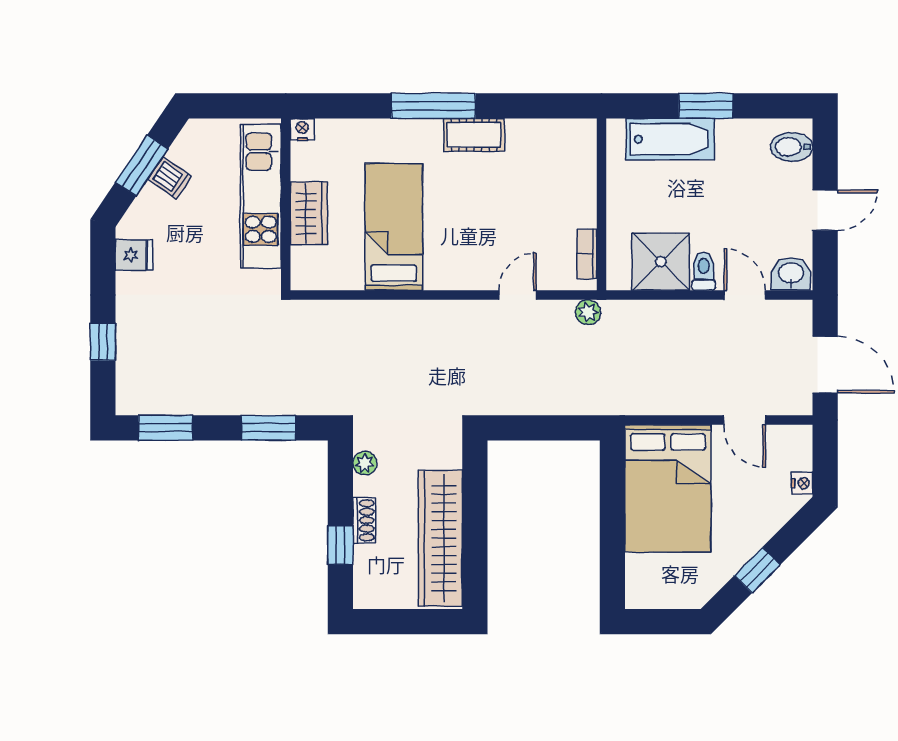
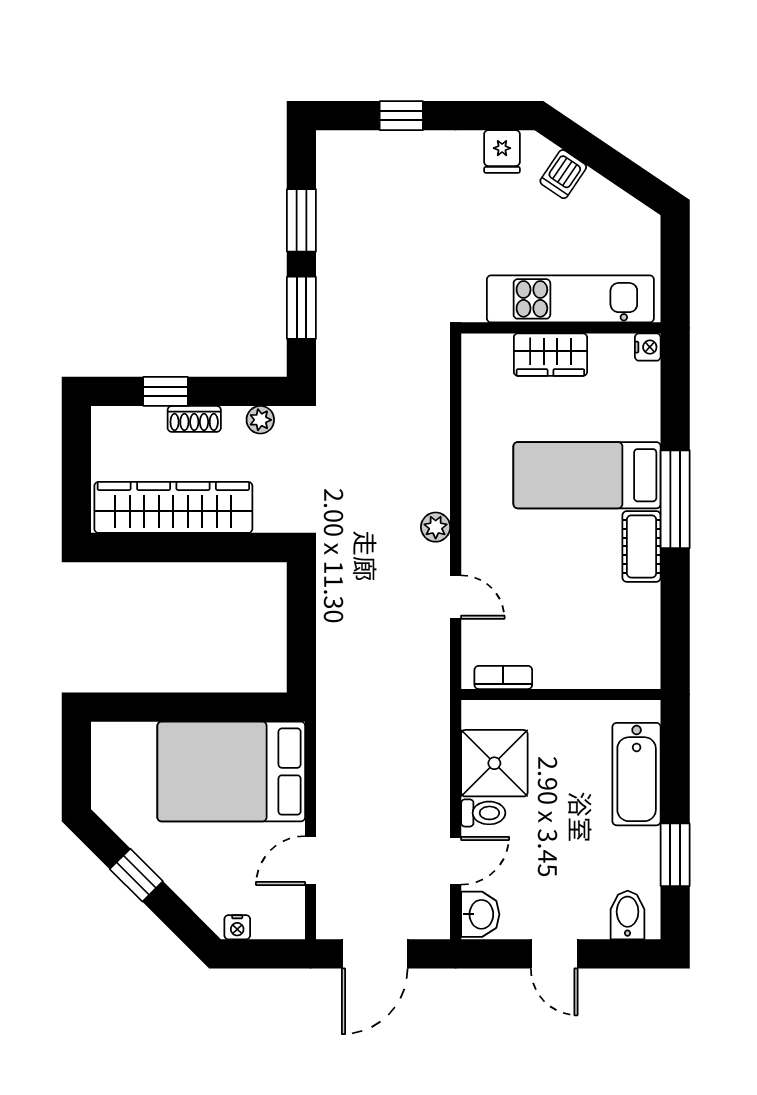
window: (706, 106) -> (675, 855), moved
window: (142, 166) -> (606, 161), removed
dishwasher: (170, 178) -> (563, 174), moved
bed: (394, 227) -> (587, 475), moved, turned 180
plant: (588, 312) -> (436, 527), moved
window: (165, 428) -> (301, 220), moved

